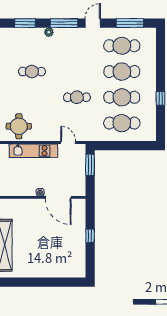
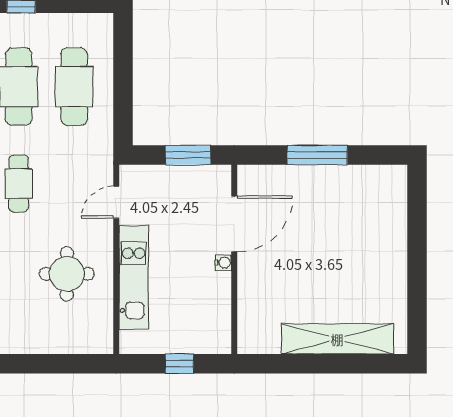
round table: (19, 126) -> (67, 274), moved
window: (90, 165) -> (188, 155), moved
window: (90, 236) -> (317, 155), width x2.17

